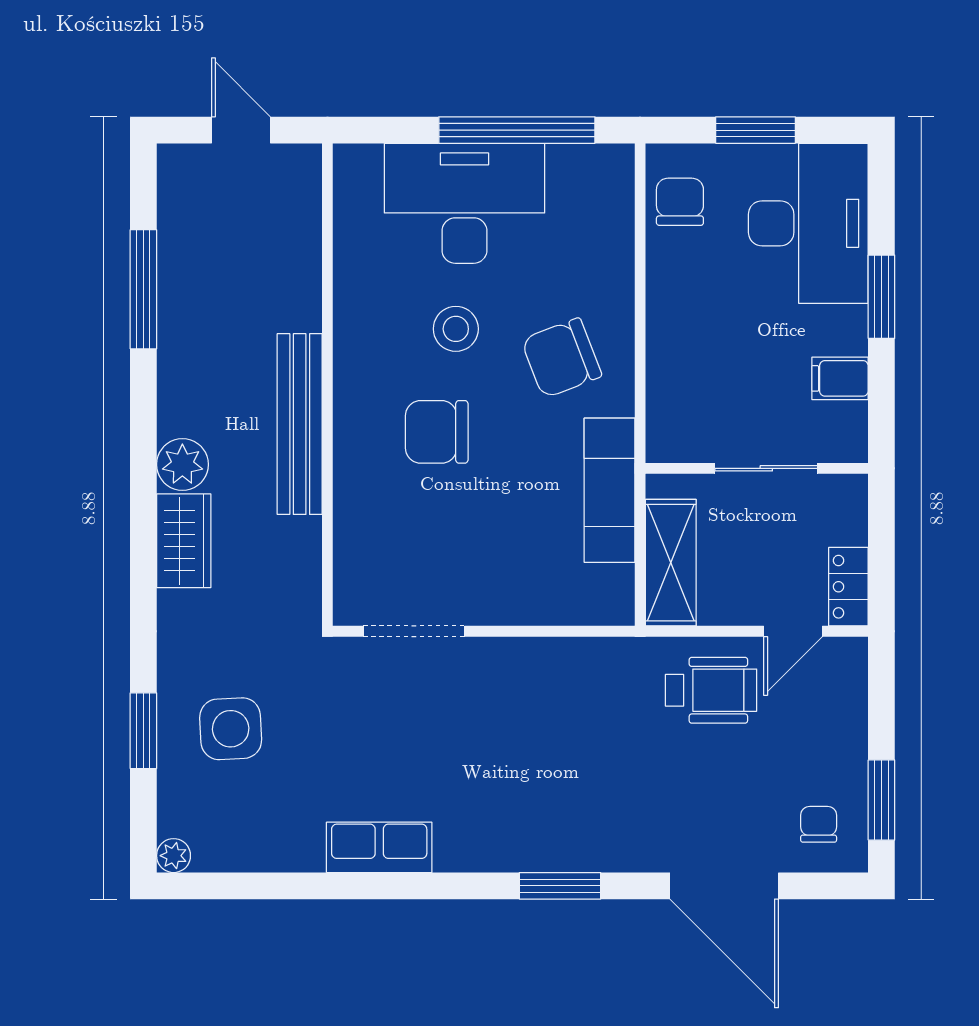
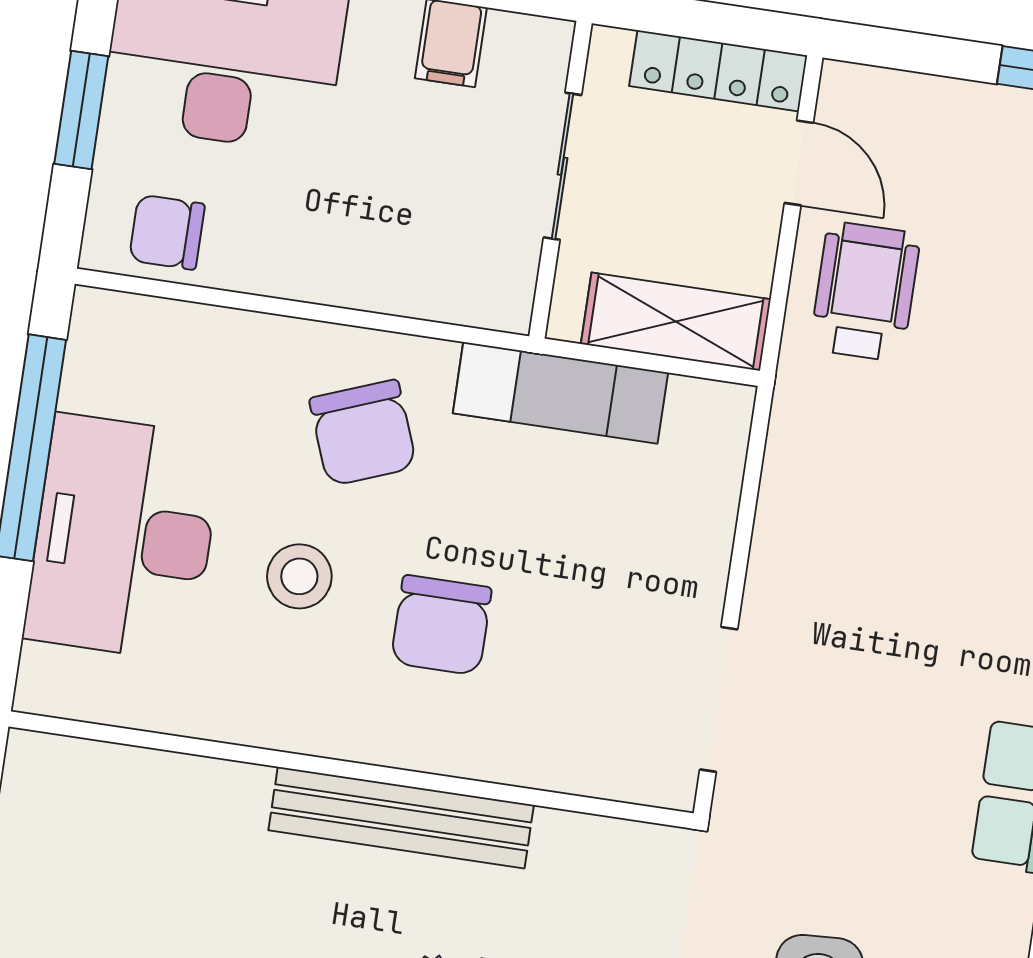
locker: (848, 587) -> (718, 71), width x1.53

